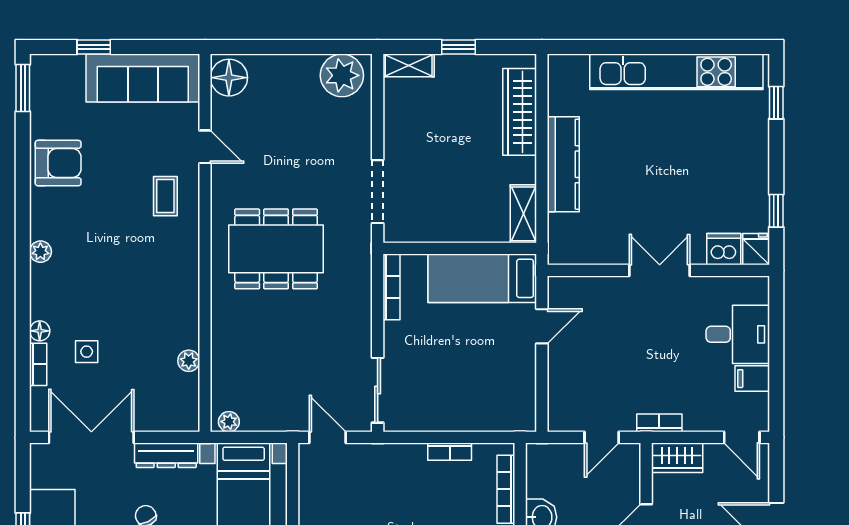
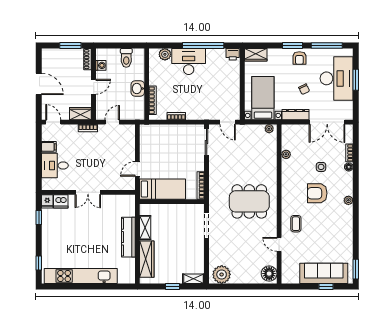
sofa: (143, 78) -> (324, 273), moved
armchair: (58, 163) -> (317, 193), moved
shelving: (523, 214) -> (145, 228), moved
side table: (87, 352) -> (321, 167), moved

